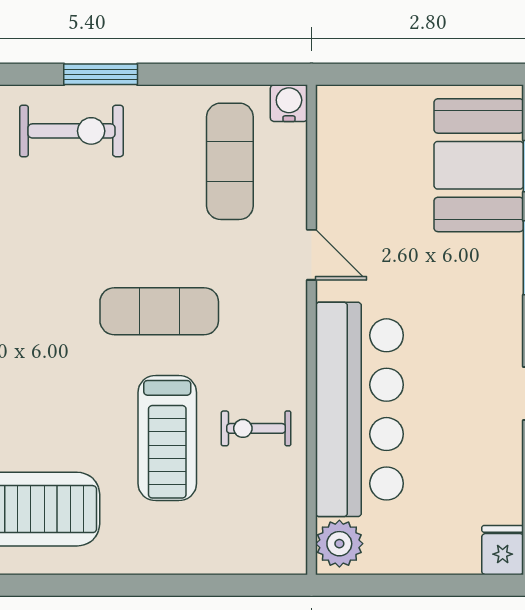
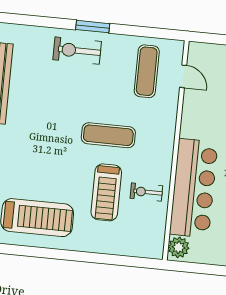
water cooler: (289, 103) -> (176, 48), removed
exercise bike: (72, 131) -> (77, 51), turned 180
door: (312, 255) -> (183, 76), moved

